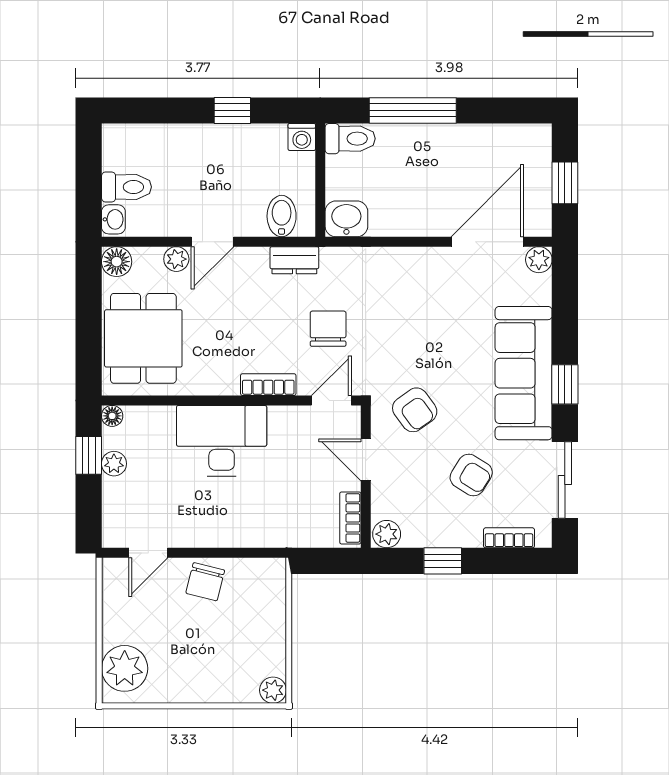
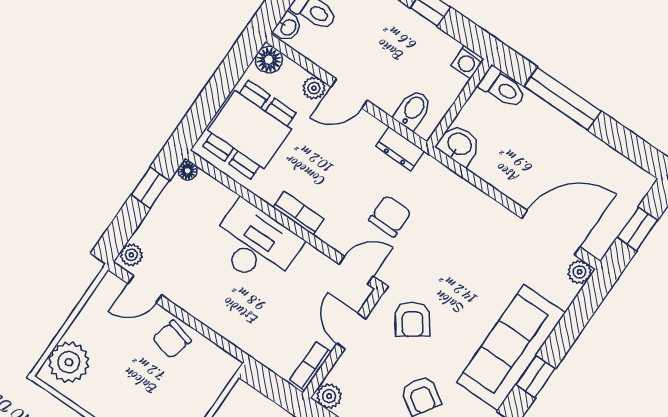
bookcase: (268, 385) -> (298, 213), moved
plant: (114, 464) -> (131, 255), moved

